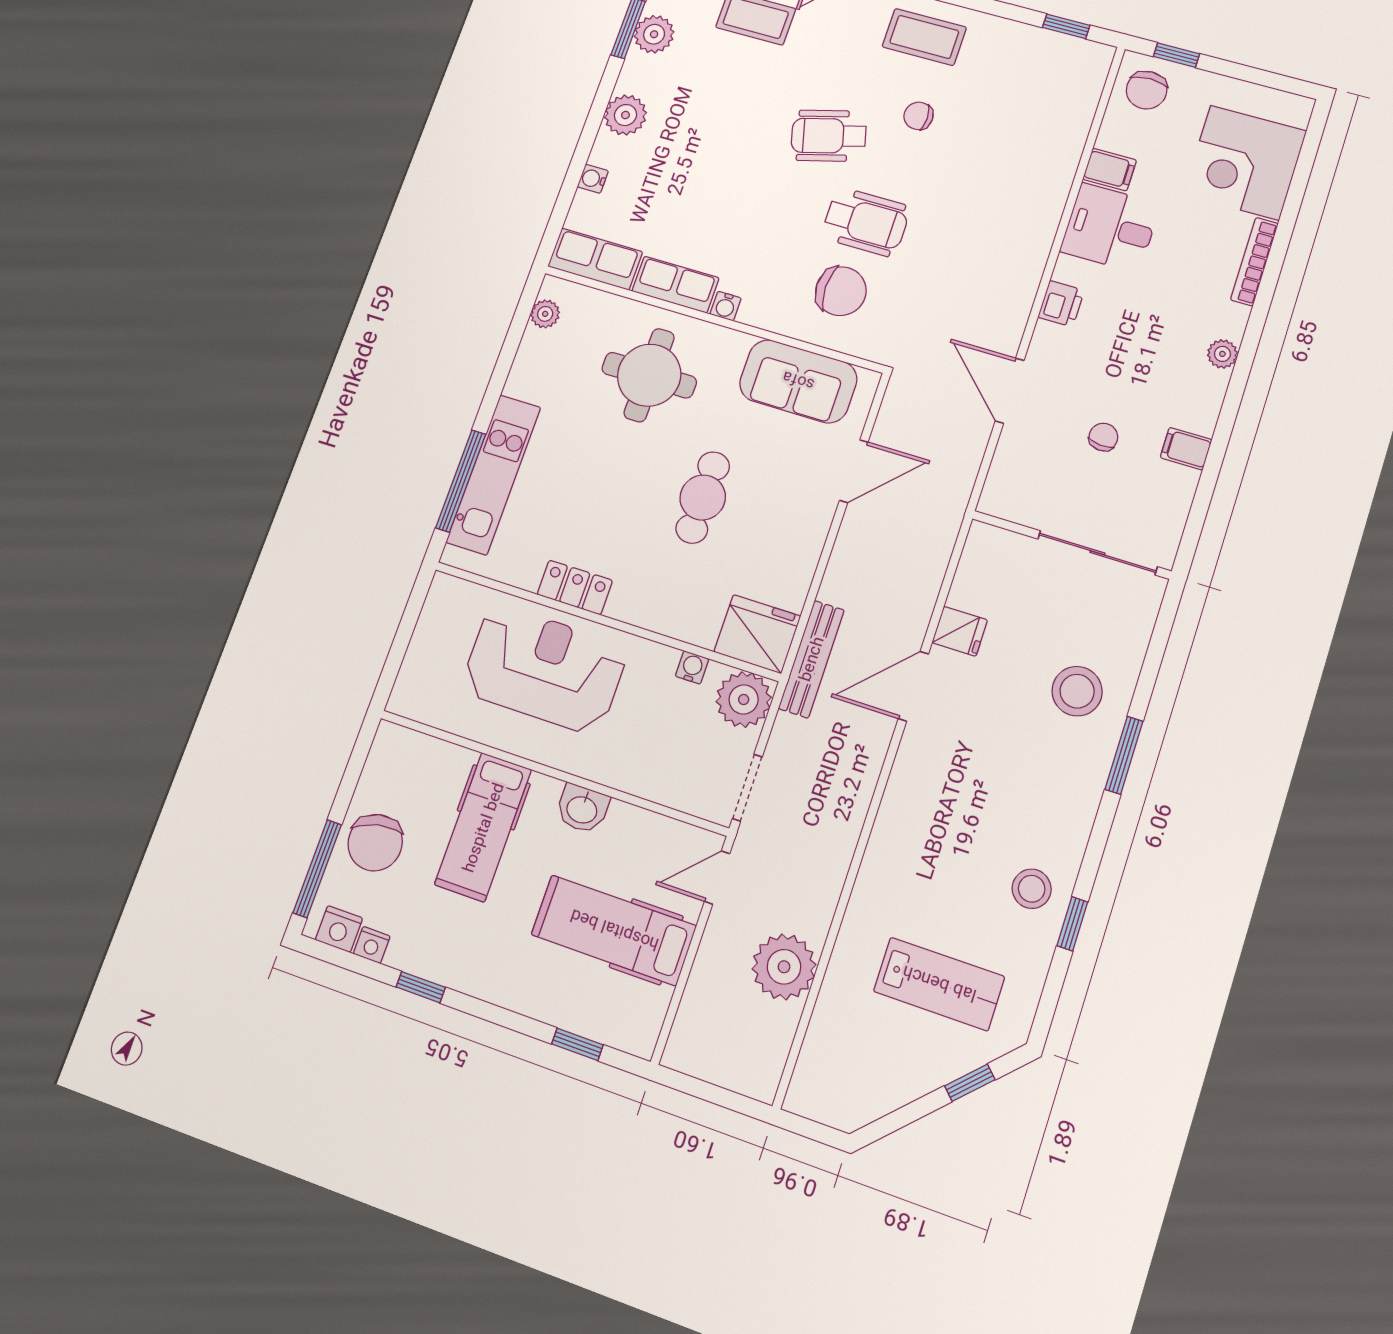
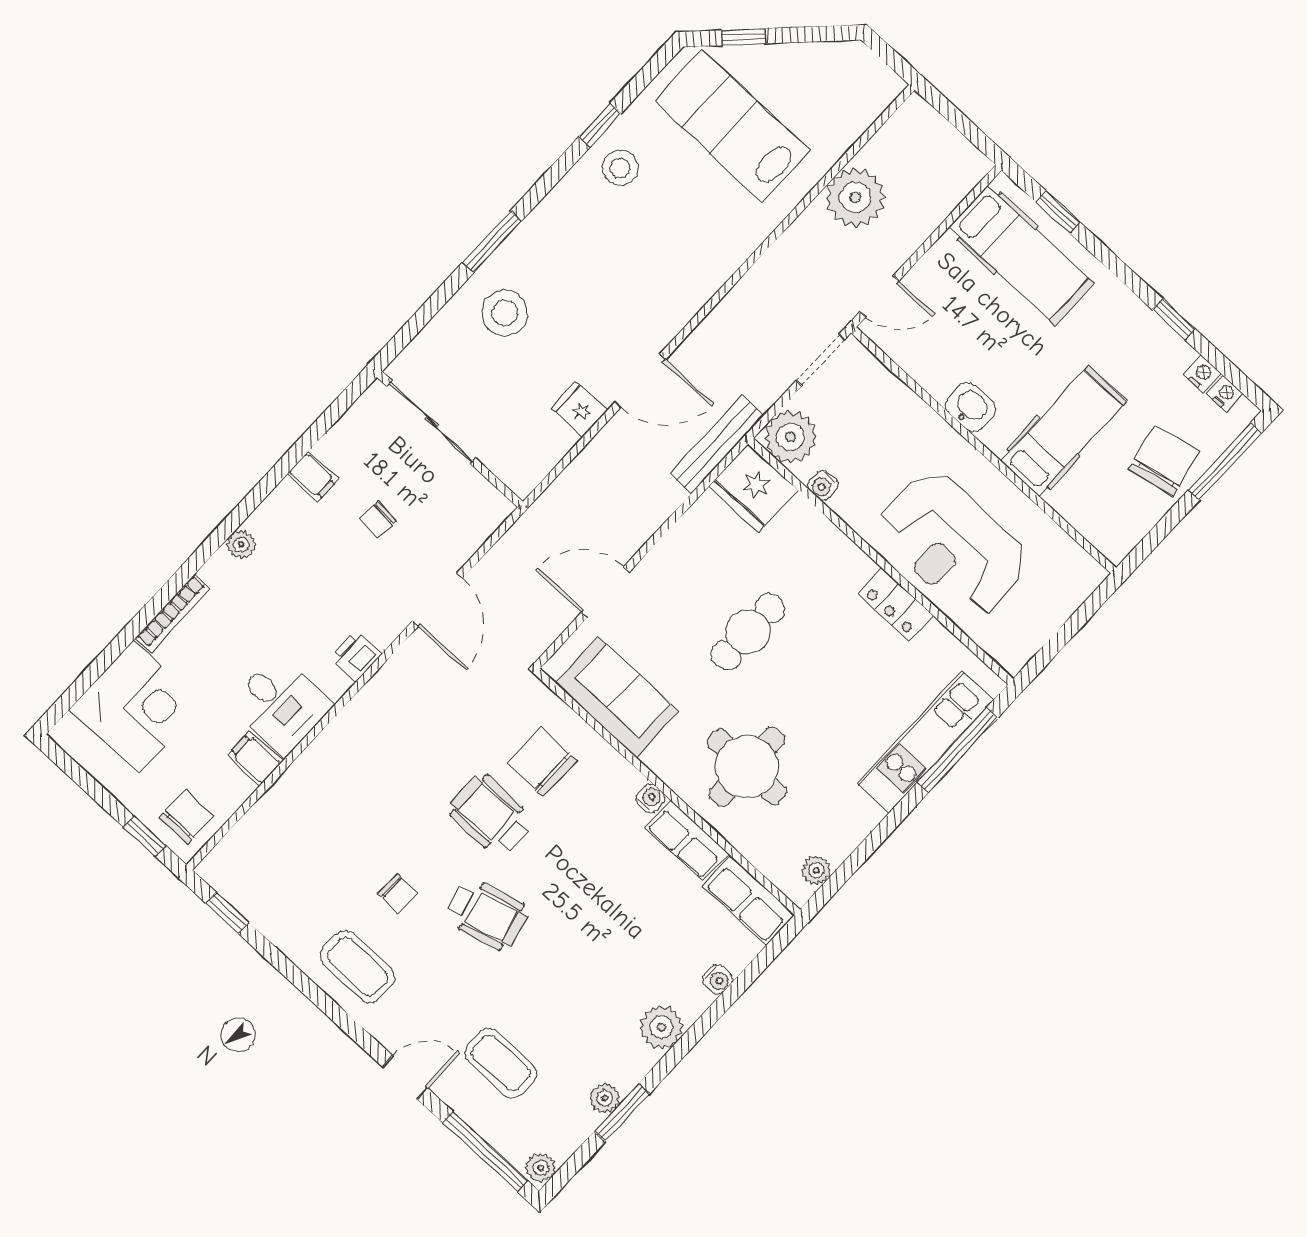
plant: (654, 34) -> (605, 1098), width x0.73, depth x0.73
nightstand: (339, 929) -> (1225, 394), width x0.72, depth x0.74
hospital bed: (614, 930) -> (1021, 255), moved
lab bench: (939, 984) -> (732, 126), width x1.36, depth x1.39

